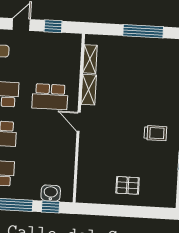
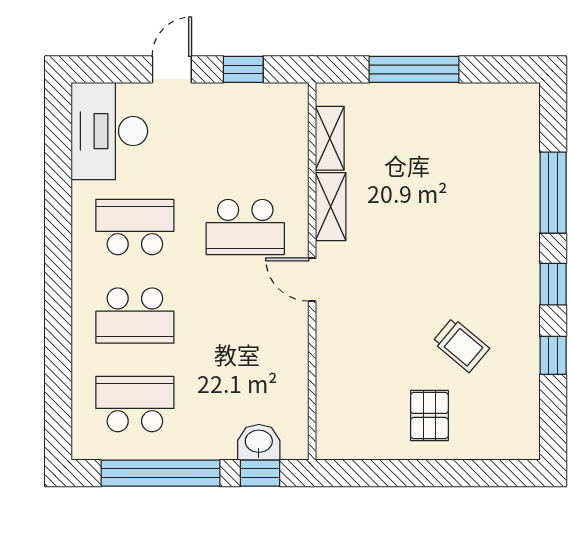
window: (143, 31) -> (414, 69), moved
trolley: (155, 133) -> (461, 345), moved, turned 40
pallet: (128, 185) -> (429, 415), turned 90

